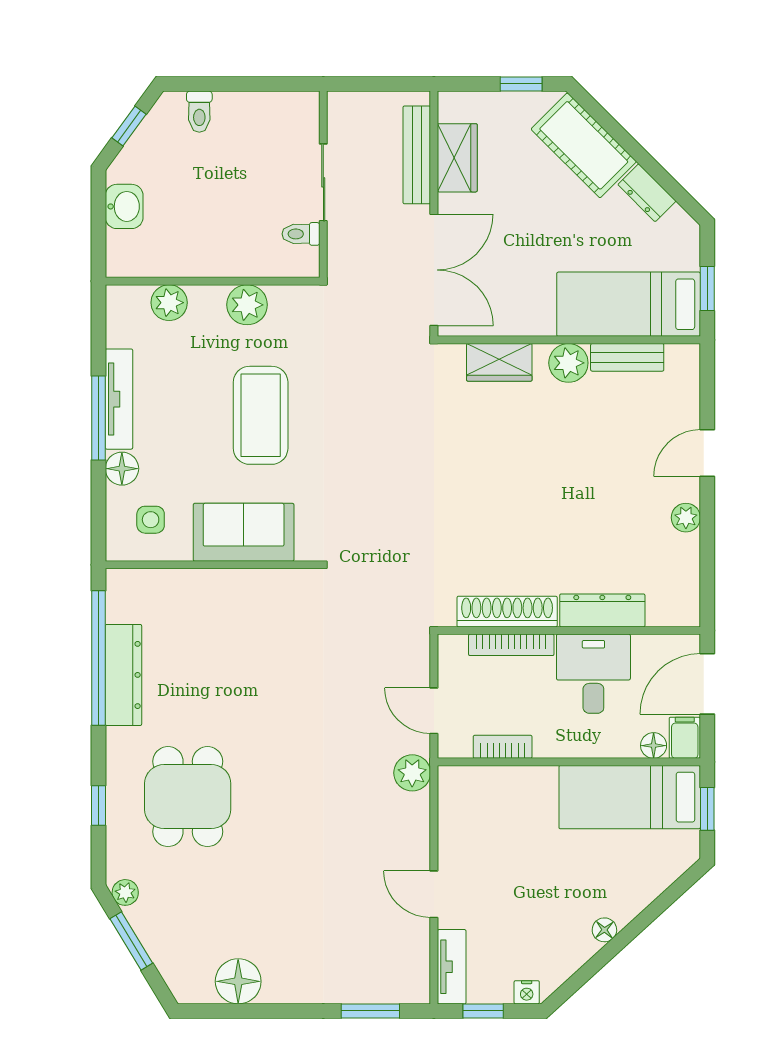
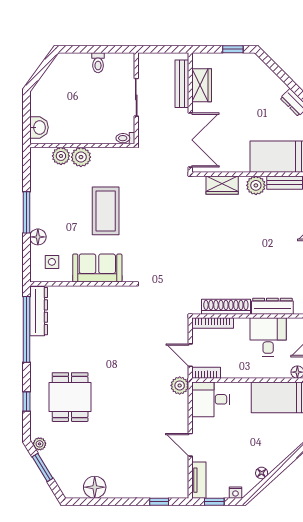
toilet: (199, 112) -> (98, 63), moved
window: (129, 126) -> (41, 70), removed
cot: (584, 145) -> (263, 79), removed
washbasin: (124, 206) -> (39, 127), moved
toilet: (301, 234) -> (125, 138), moved
plant: (247, 305) -> (81, 157), moved
tv unit: (119, 399) -> (36, 203), removed
bookcase: (511, 645) -> (213, 323), moved
dresser: (123, 675) -> (39, 311), moved
bookcase: (503, 747) -> (206, 373), moved
desk: (476, 801) -> (211, 399), added
floor lamp: (604, 930) -> (262, 473), moved
window: (370, 1011) -> (159, 502), width x0.67

